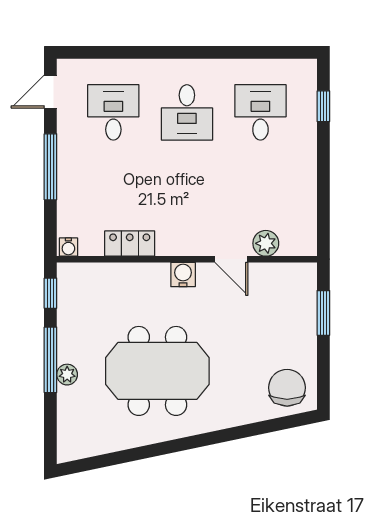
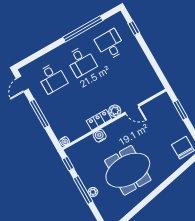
window: (225, 52) -> (83, 29), added
desk: (113, 112) -> (52, 78), turned 180
plant: (266, 243) -> (115, 111), moved
locker: (130, 244) -> (99, 120), moved
water cooler: (183, 274) -> (100, 136), moved

